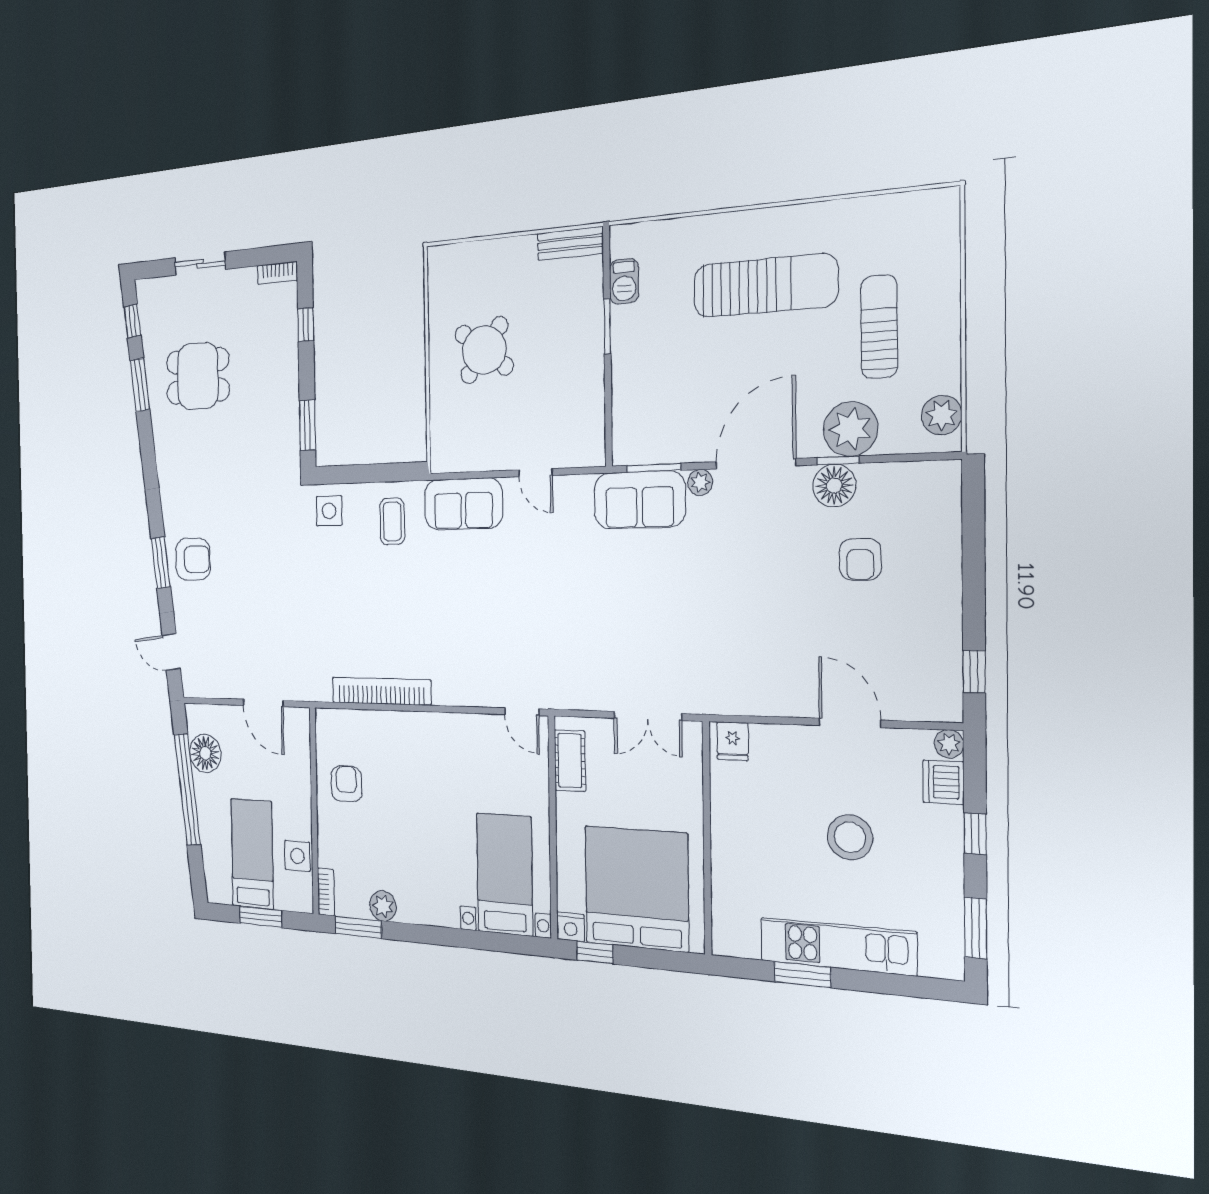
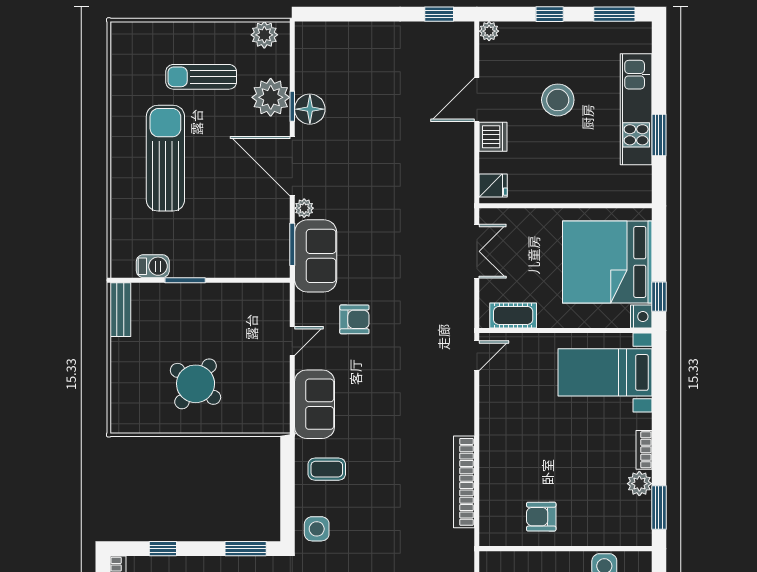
armchair: (860, 559) -> (354, 319), moved
dishwasher: (943, 782) -> (493, 137), moved, turned -90
bookcase: (326, 892) -> (644, 450), moved, turned -90

